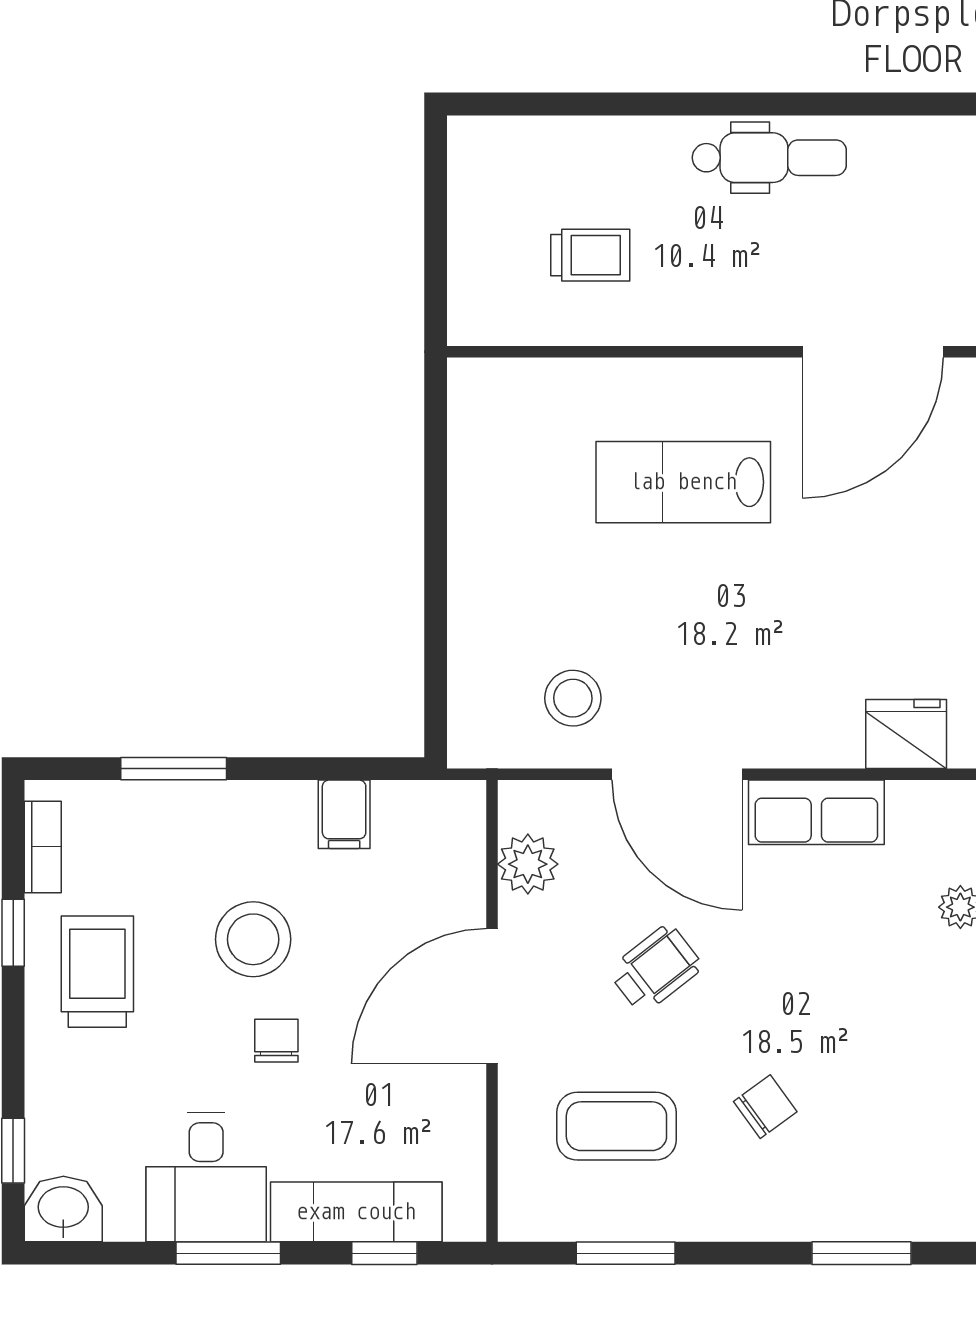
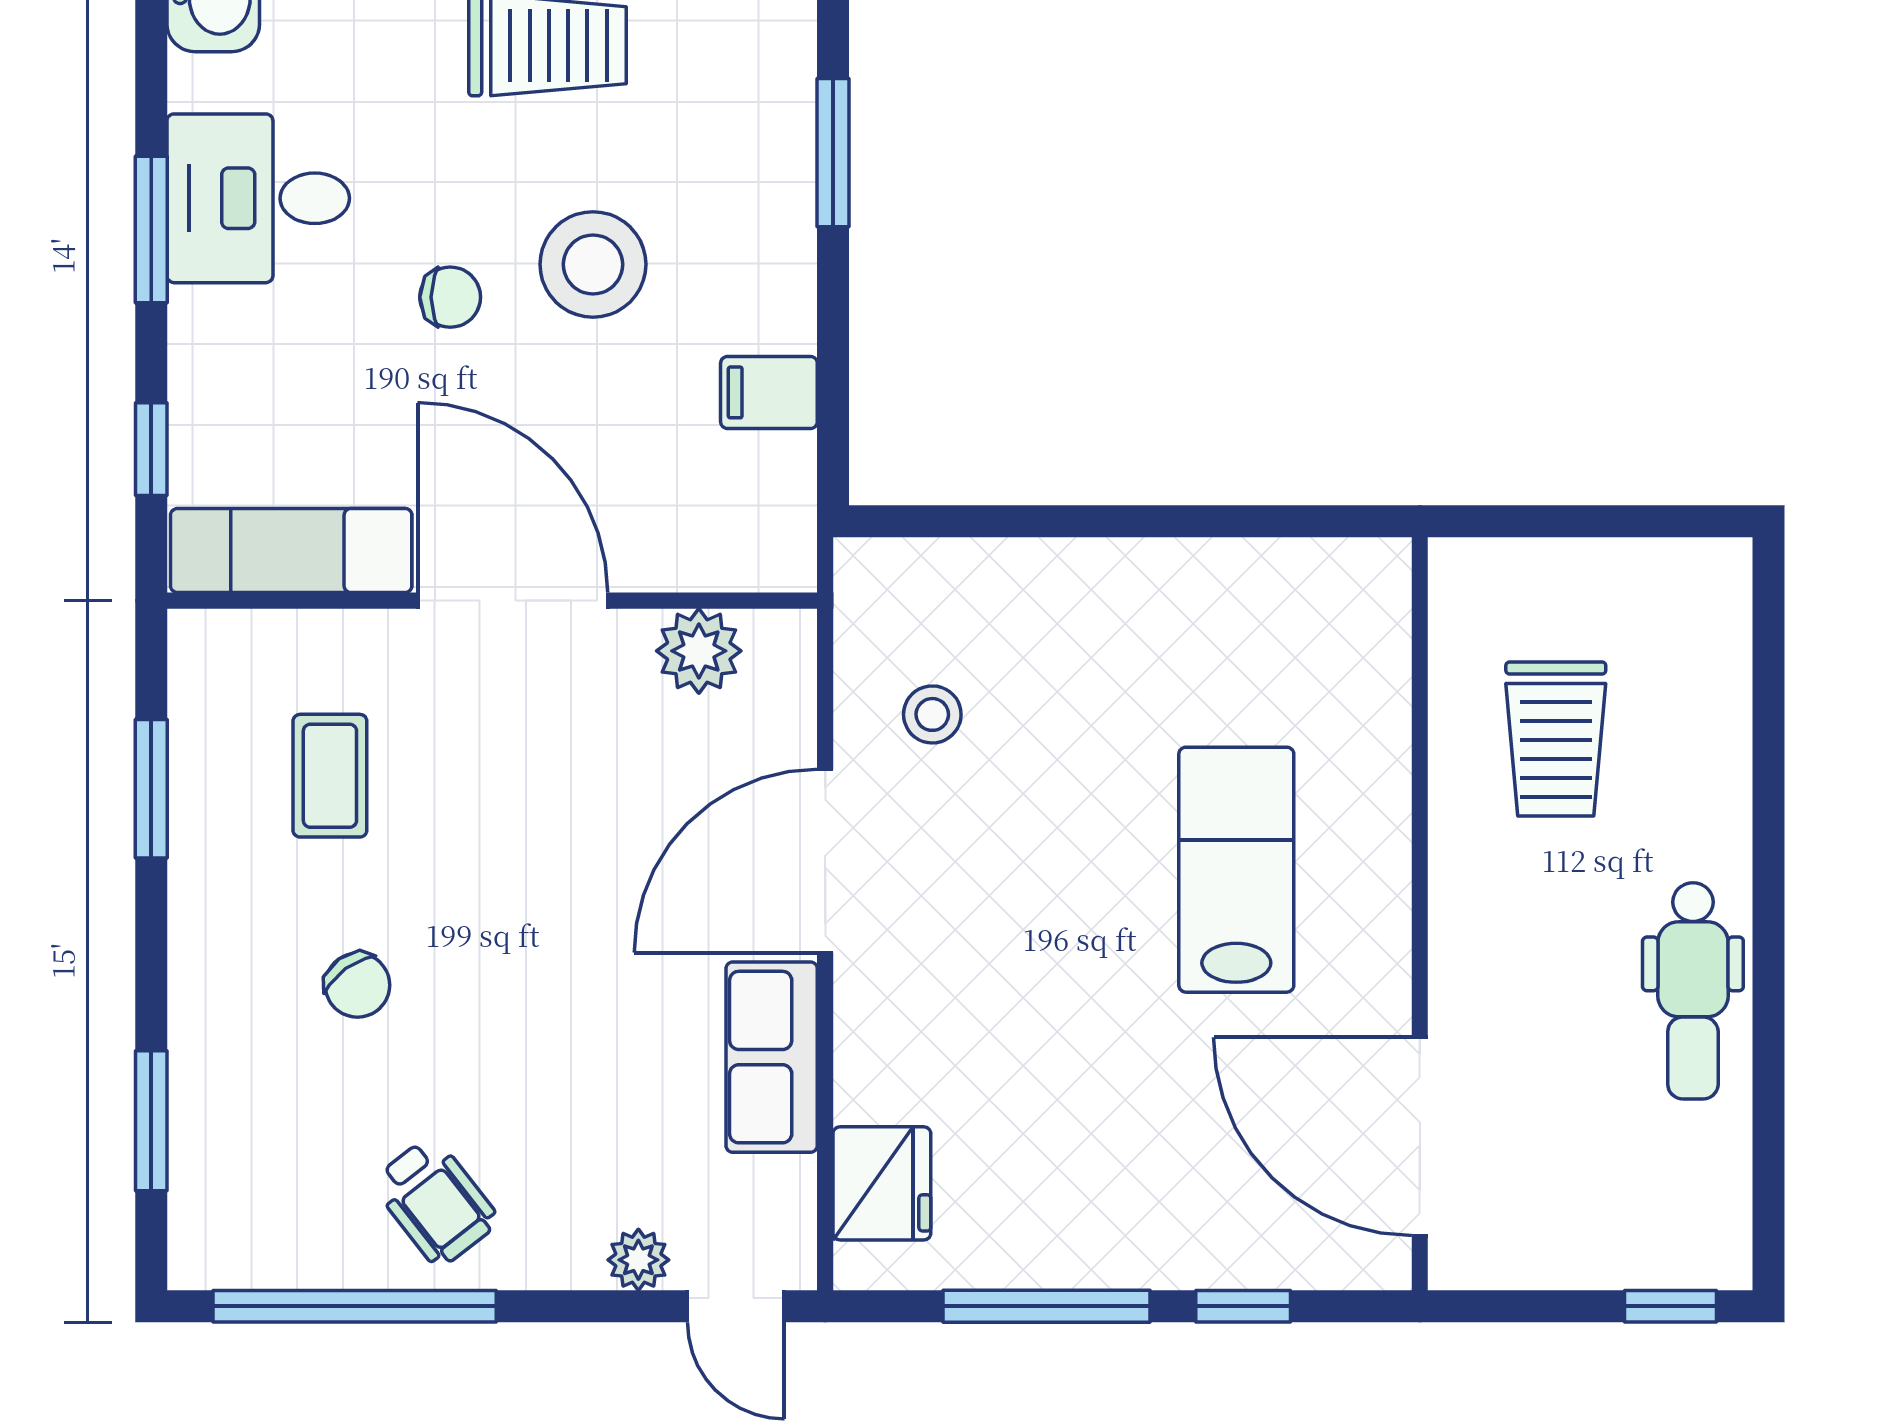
trolley: (590, 255) -> (1556, 739), width x1.36, depth x1.39
stool: (573, 698) -> (932, 714), width x0.73, depth x0.73
wheelchair: (655, 969) -> (435, 1202), moved
coffee table: (616, 1126) -> (330, 776), width x0.73, depth x0.77
exam couch: (356, 1212) -> (291, 550), moved, turned -90

